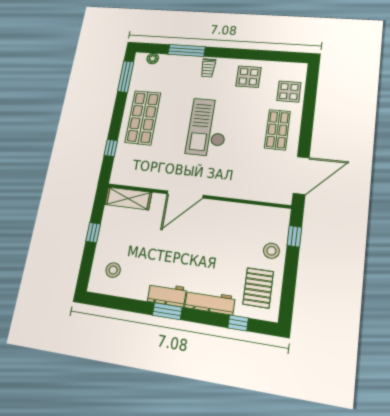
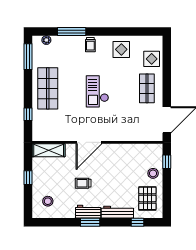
checkout: (208, 127) -> (97, 91), width x0.73, depth x0.83
trolley: (167, 251) -> (83, 183), added

